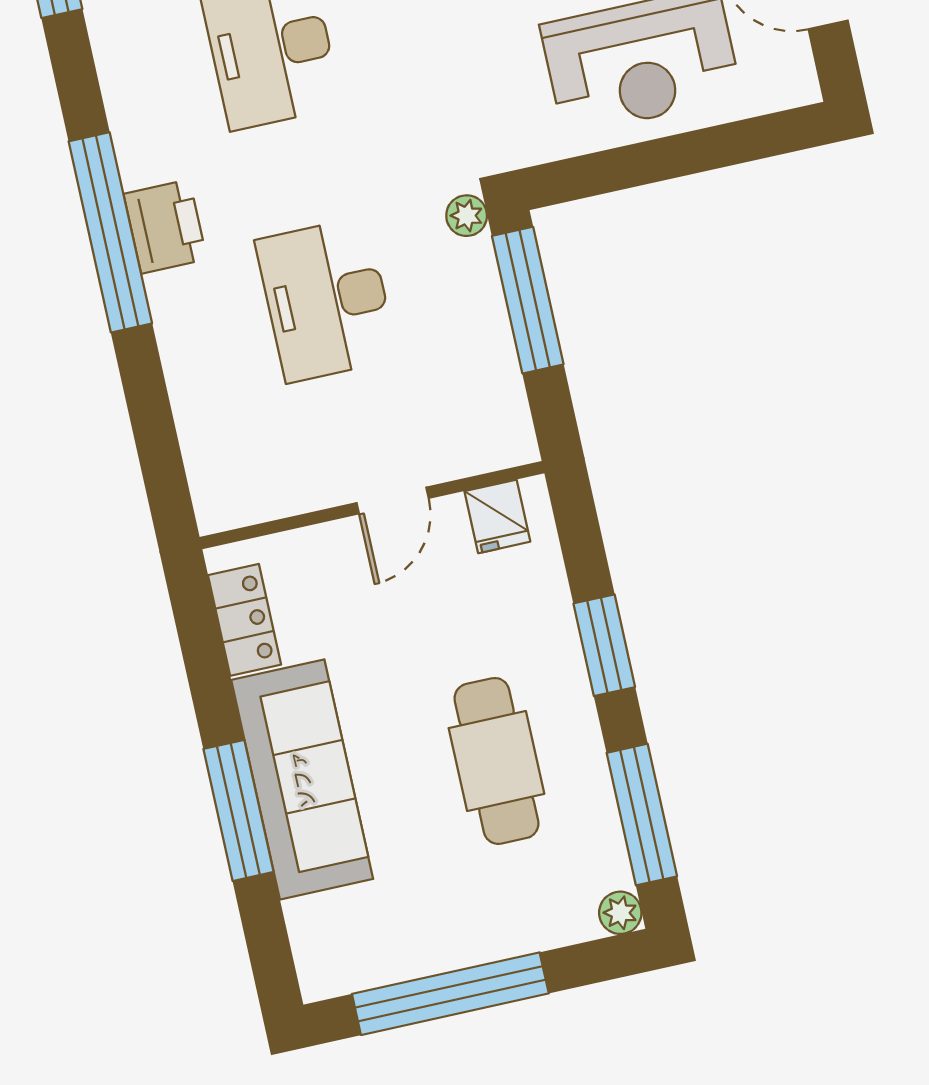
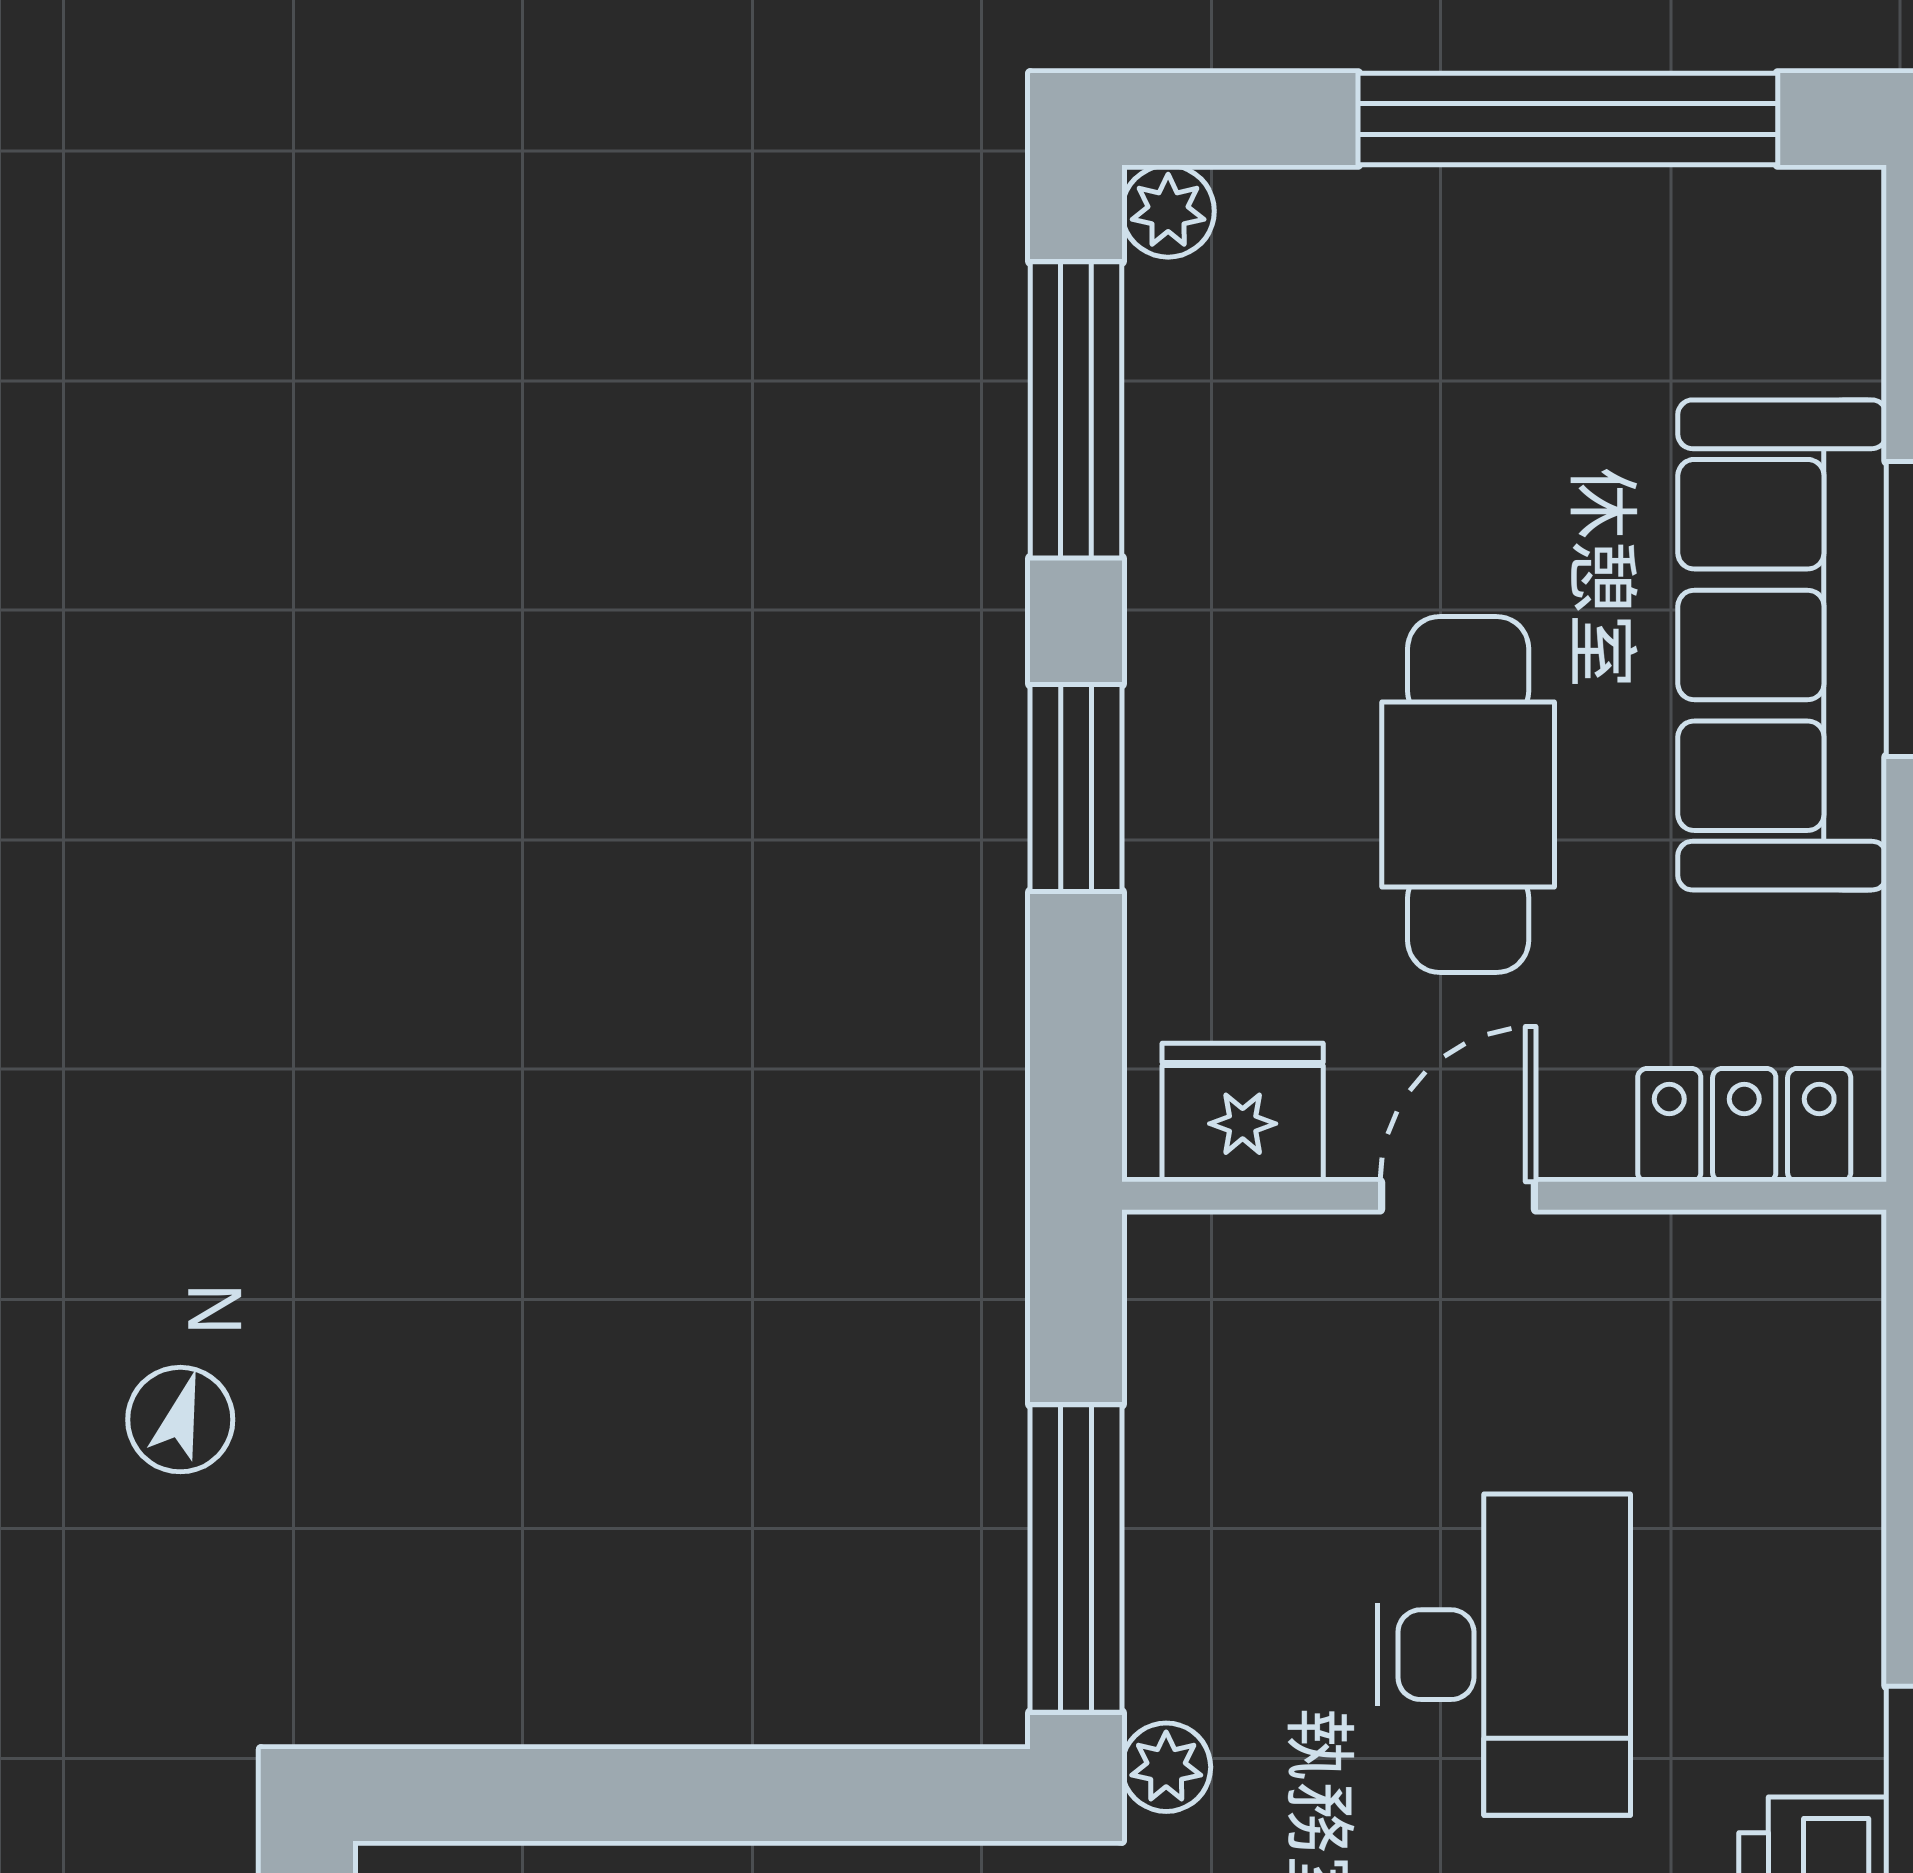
fridge: (497, 516) -> (1243, 1113), width x1.38
locker: (245, 620) -> (1744, 1125), moved, turned 90
cafe table: (496, 761) -> (1468, 794), moved

